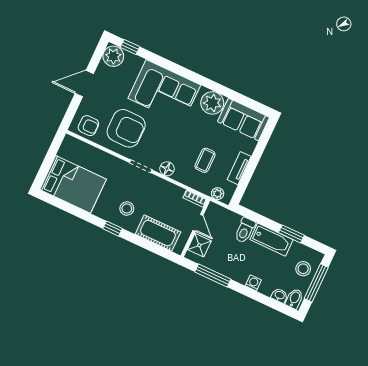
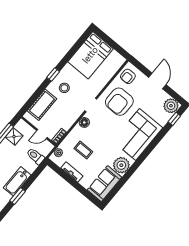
toilet: (245, 230) -> (35, 156), moved
shower: (199, 245) -> (14, 136), moved

